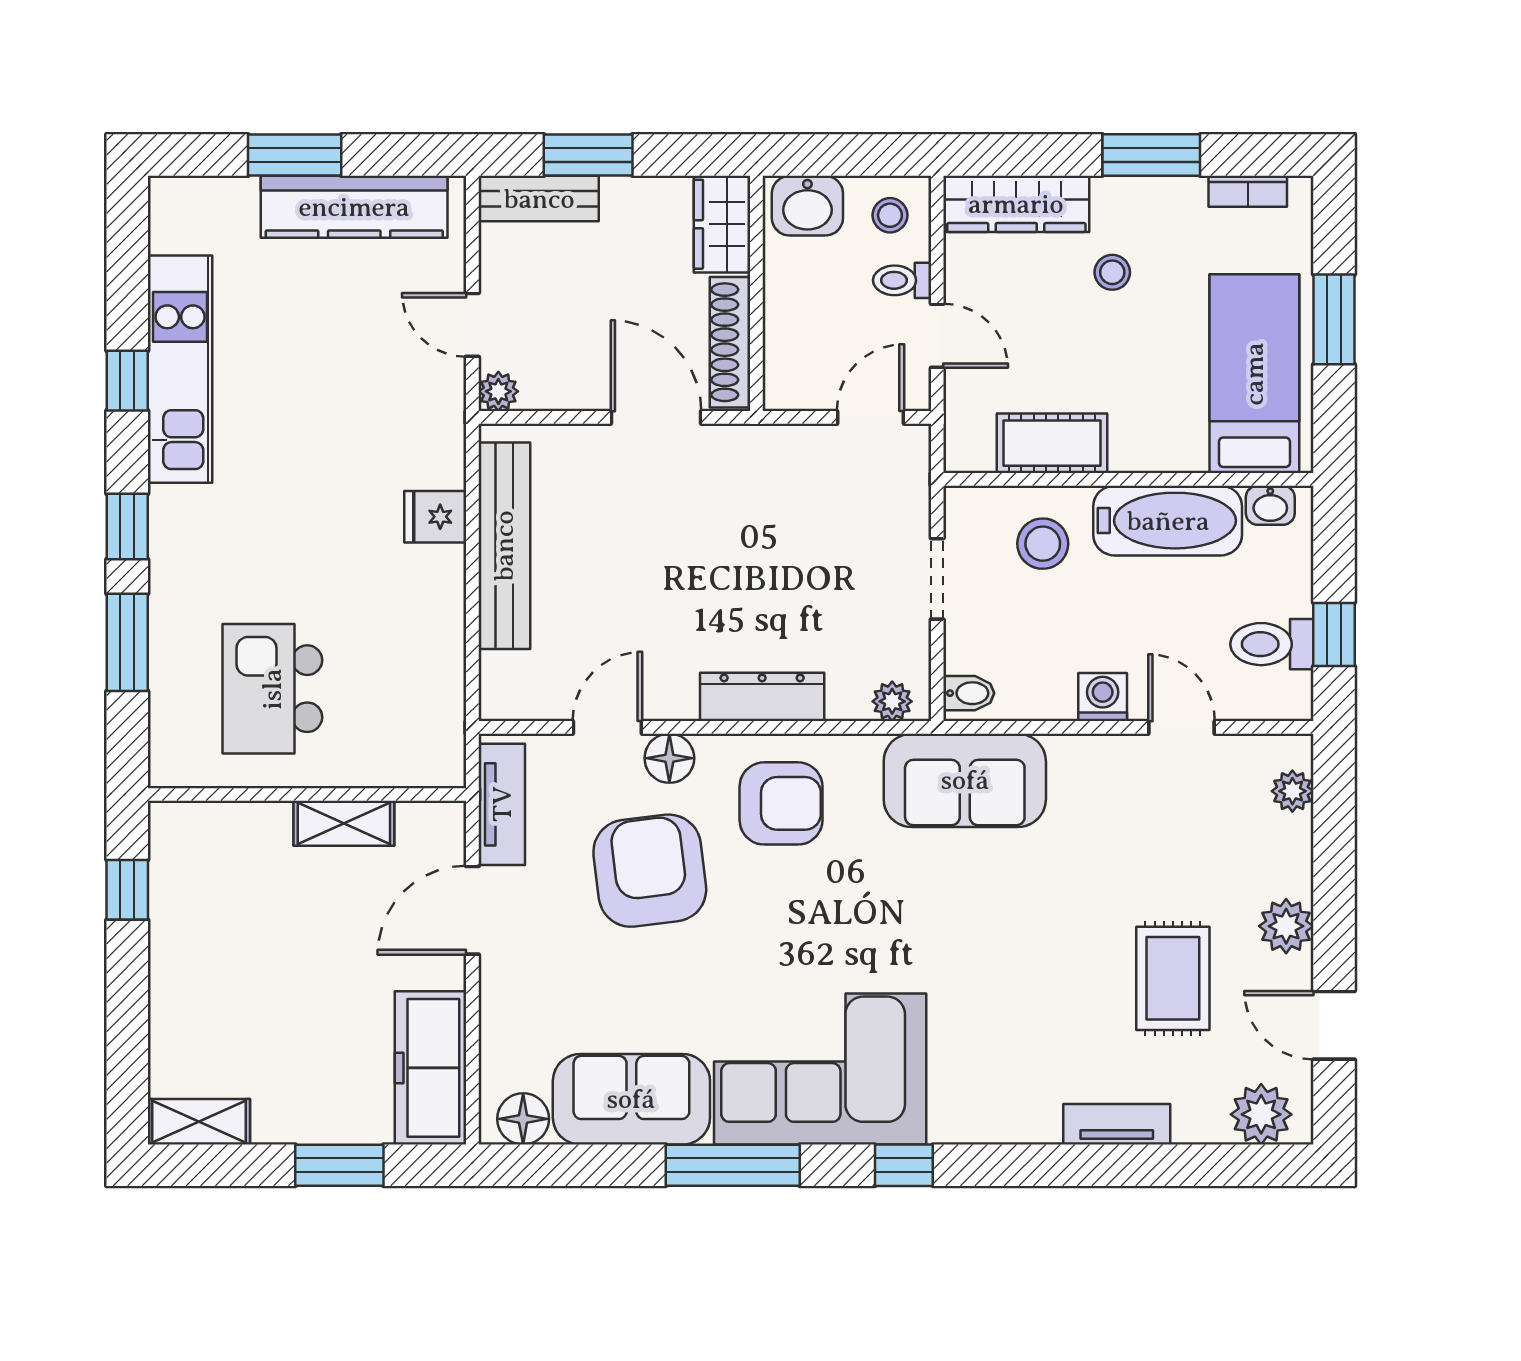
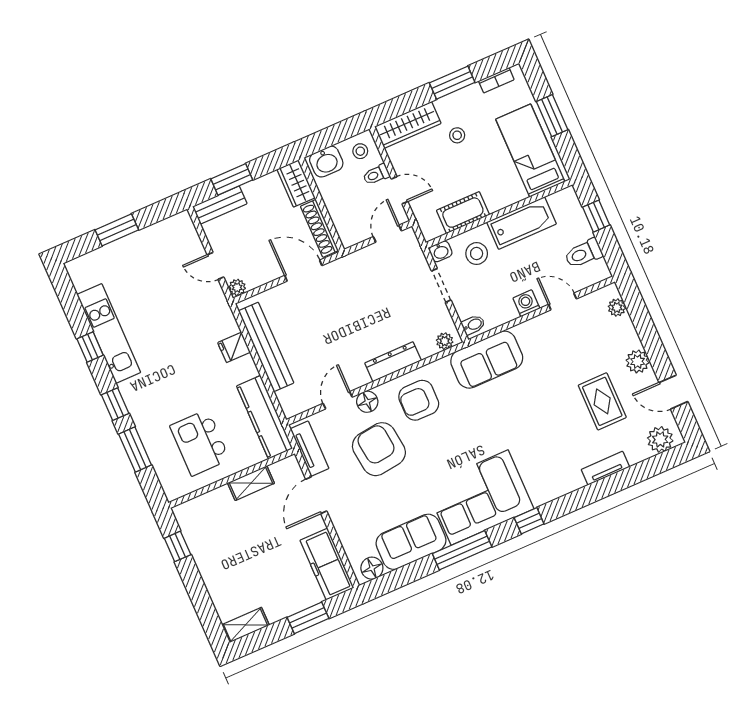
kitchen counter: (354, 207) -> (265, 417), moved, turned 90
washbasin: (1270, 505) -> (441, 251), moved
window: (1334, 635) -> (596, 216), moved
armchair: (781, 803) -> (419, 400), turned 180

